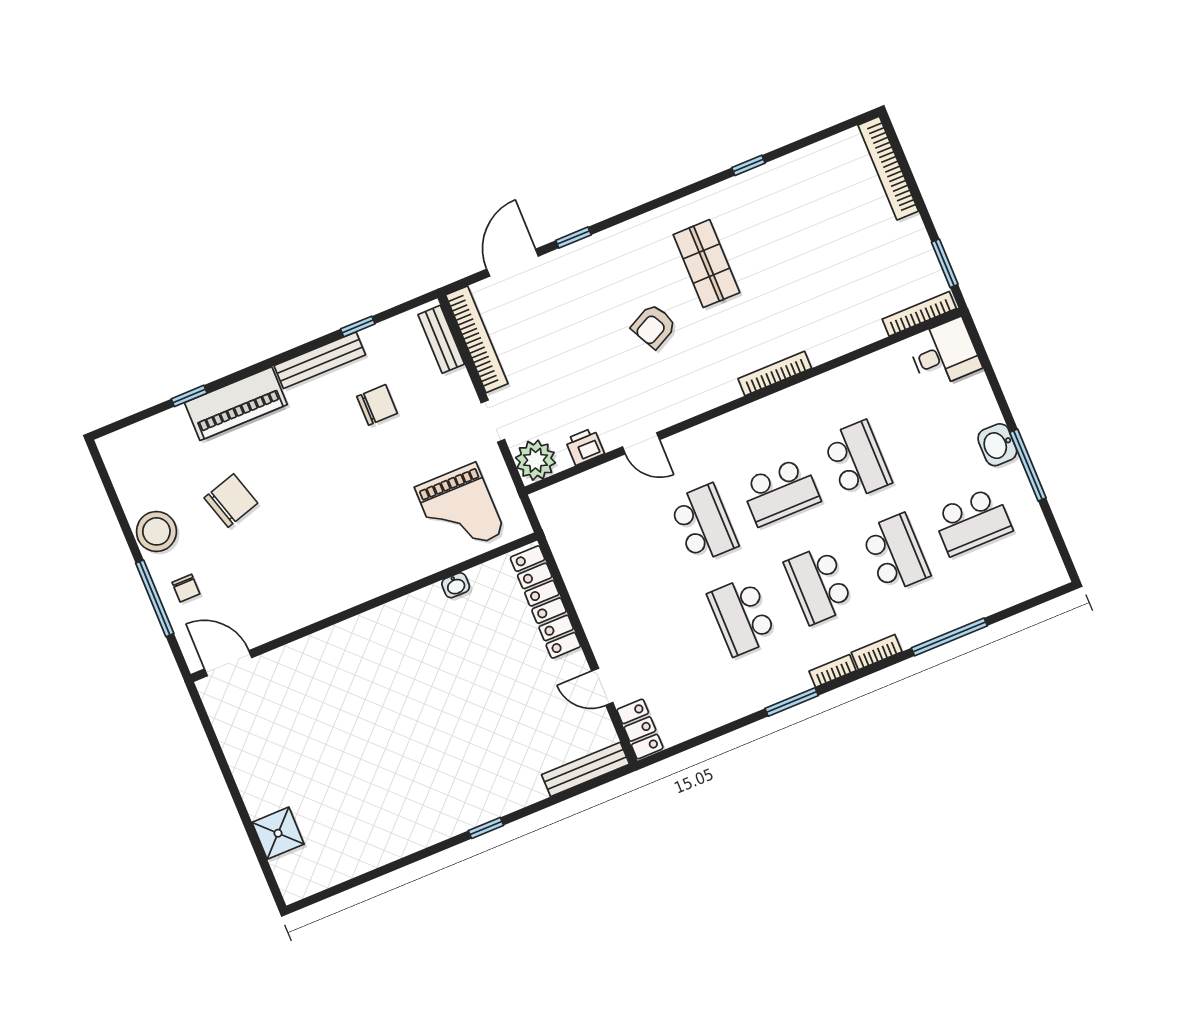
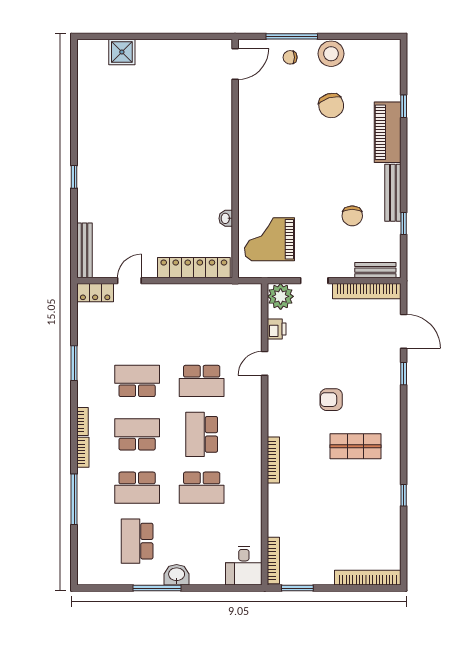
armchair: (654, 326) -> (331, 400), turned -63
window: (792, 702) -> (74, 363), moved

